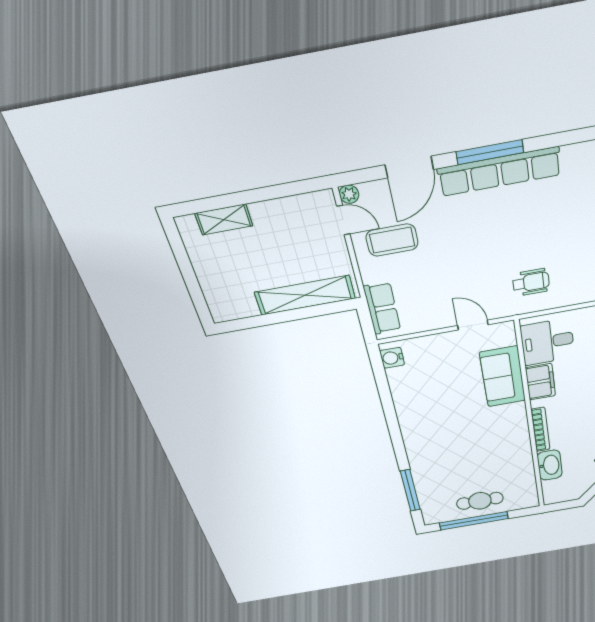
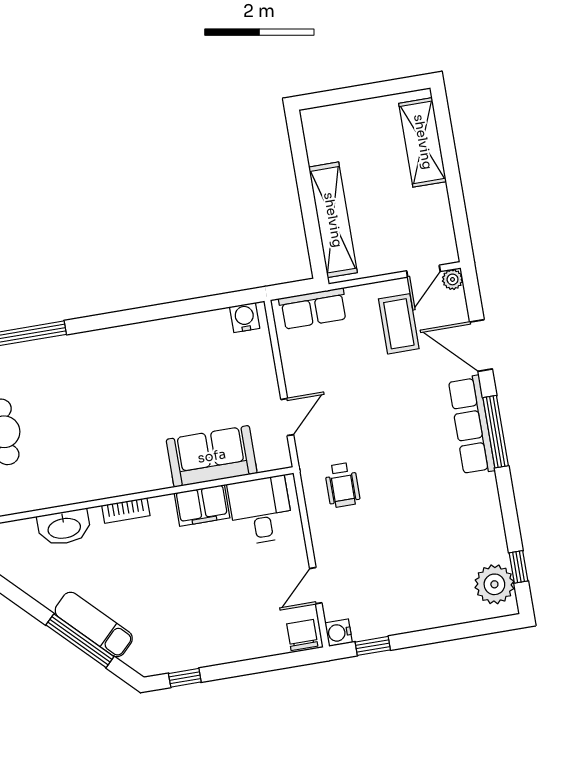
row of seats: (499, 172) -> (472, 425), width x0.73
shelving: (224, 220) -> (423, 142), width x1.50, depth x1.33
bookcase: (540, 430) -> (126, 510), width x0.64

